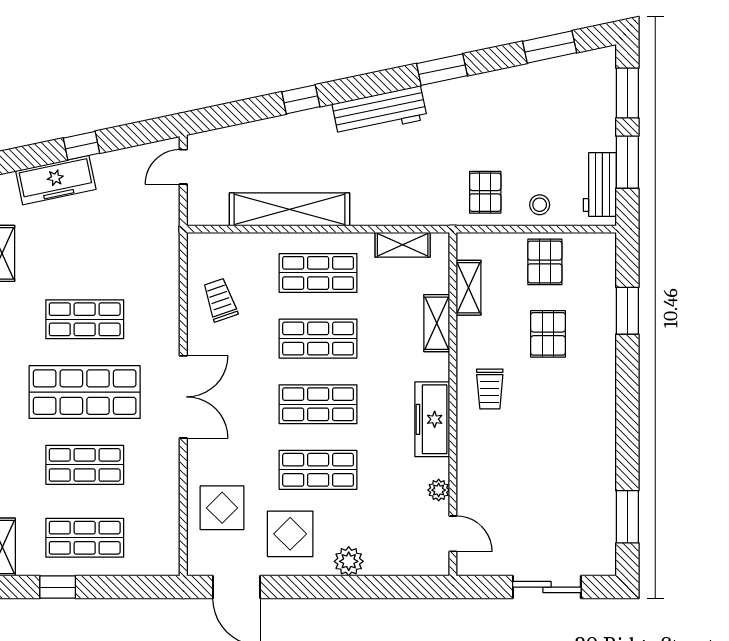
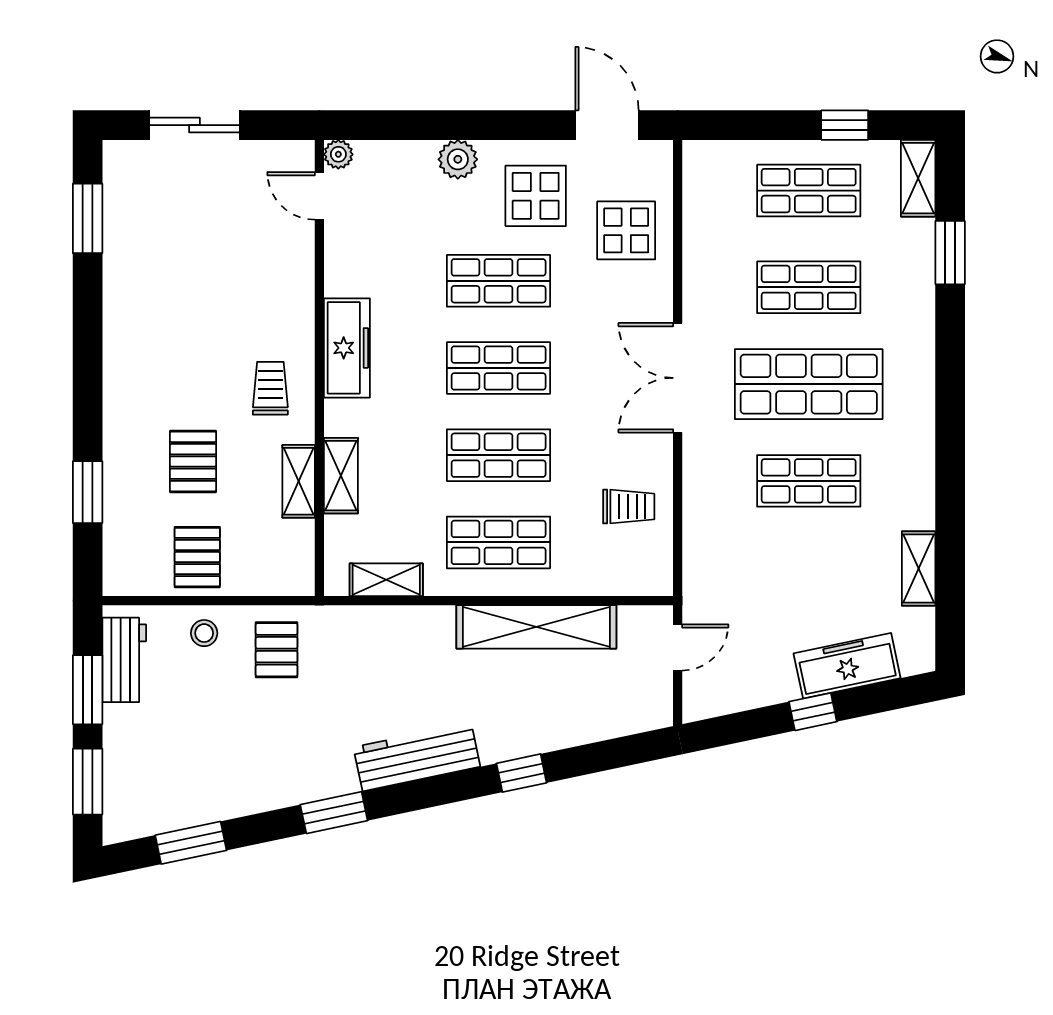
door: (183, 167) -> (678, 647), moved
shelving: (468, 288) -> (299, 481), moved
trolley: (220, 300) -> (629, 507), turned -71
plant: (439, 490) -> (338, 154), moved

